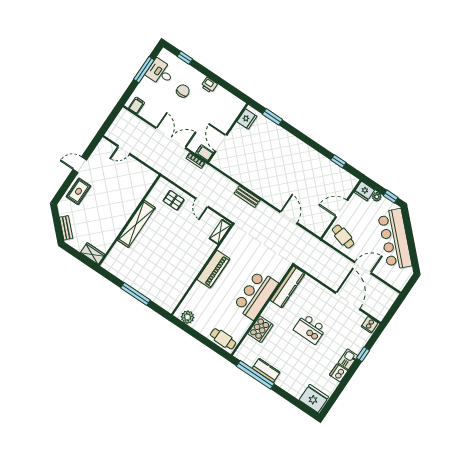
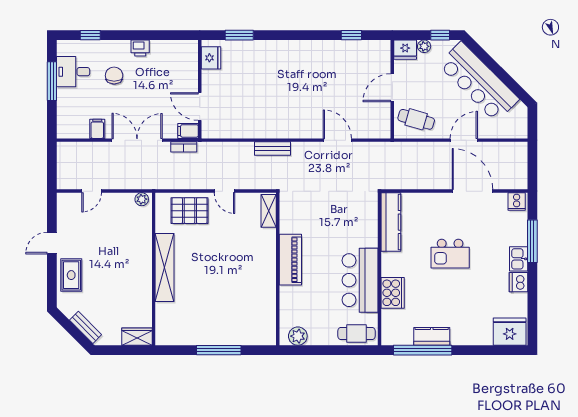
filing cabinet: (137, 105) -> (97, 129), moved
plant: (150, 175) -> (142, 199), added
pallet: (174, 200) -> (189, 211), width x1.50, depth x1.42
bar counter: (256, 295) -> (360, 280), moved
window: (363, 354) -> (532, 241), width x2.17

